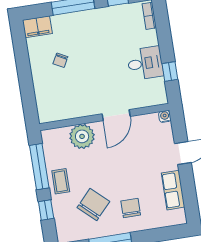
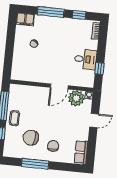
plant: (82, 136) -> (76, 98), moved
row of seats: (173, 190) -> (81, 152), moved
chair: (93, 205) -> (31, 138), turned -123

